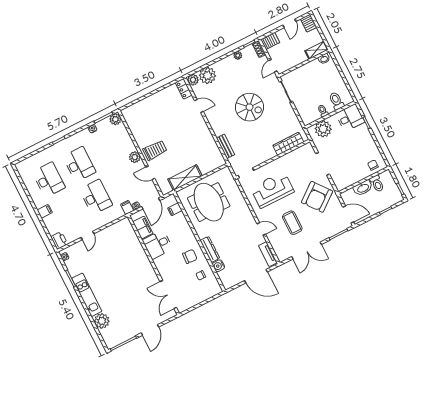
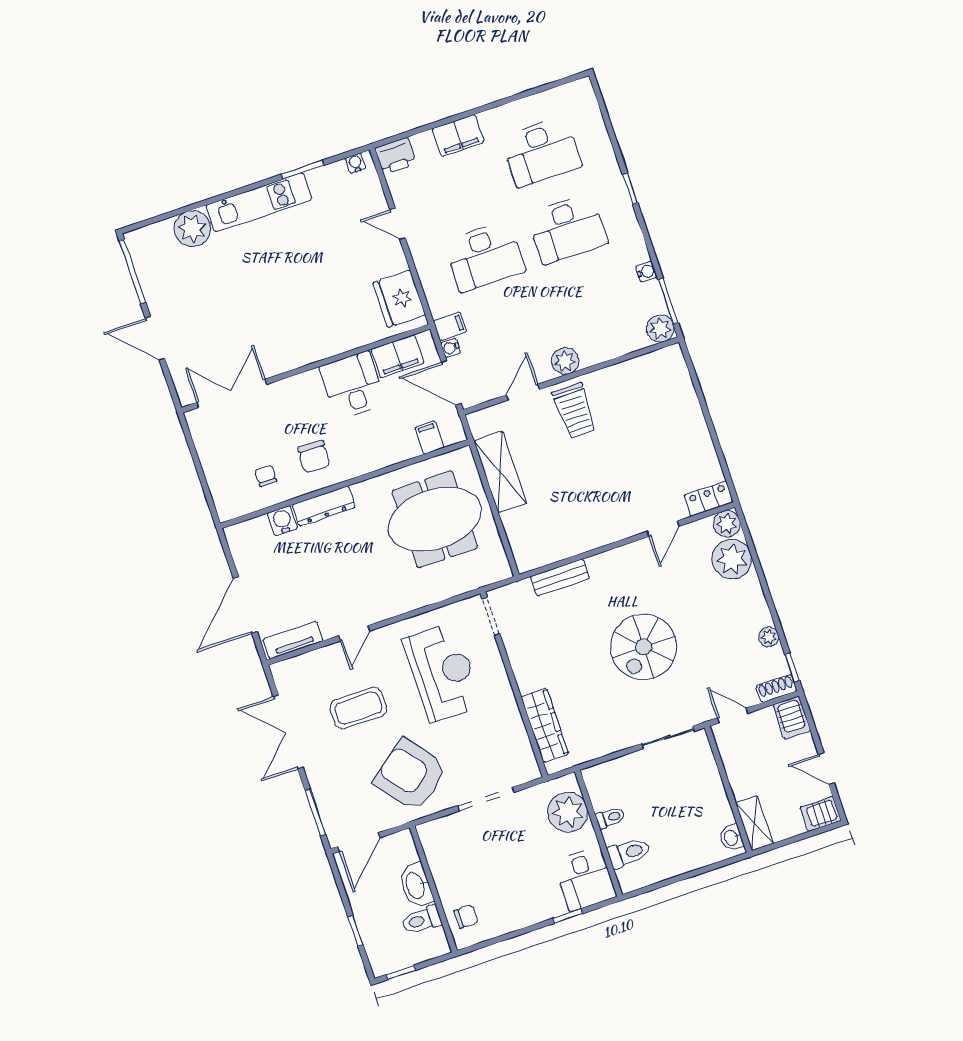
filing cabinet: (45, 211) -> (458, 135), width x2.00
fridge: (119, 230) -> (399, 299), added

